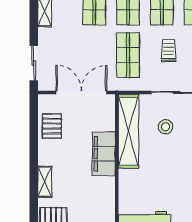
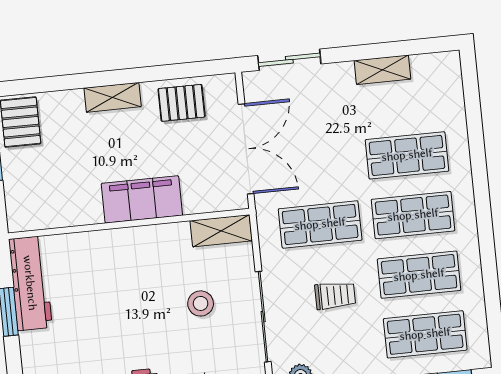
shelving: (128, 131) -> (221, 231), width x0.45, depth x0.75
shelving: (45, 182) -> (113, 97), moved

